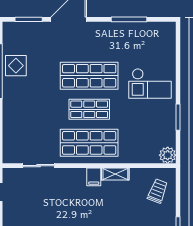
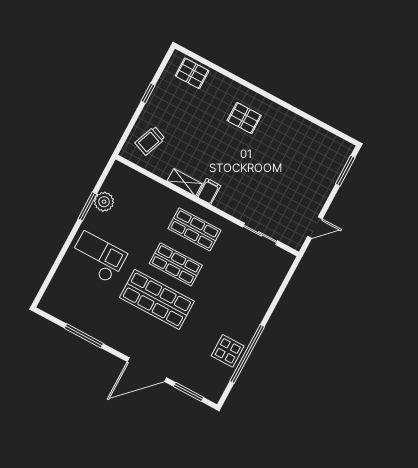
shop shelf: (89, 143) -> (195, 229), width x0.70, depth x0.74
plant: (168, 155) -> (104, 202), moved

